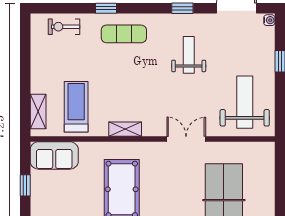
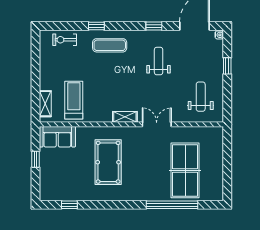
weight bench: (245, 102) -> (201, 97), width x0.73, depth x0.75
shelving: (125, 129) -> (125, 117), moved

